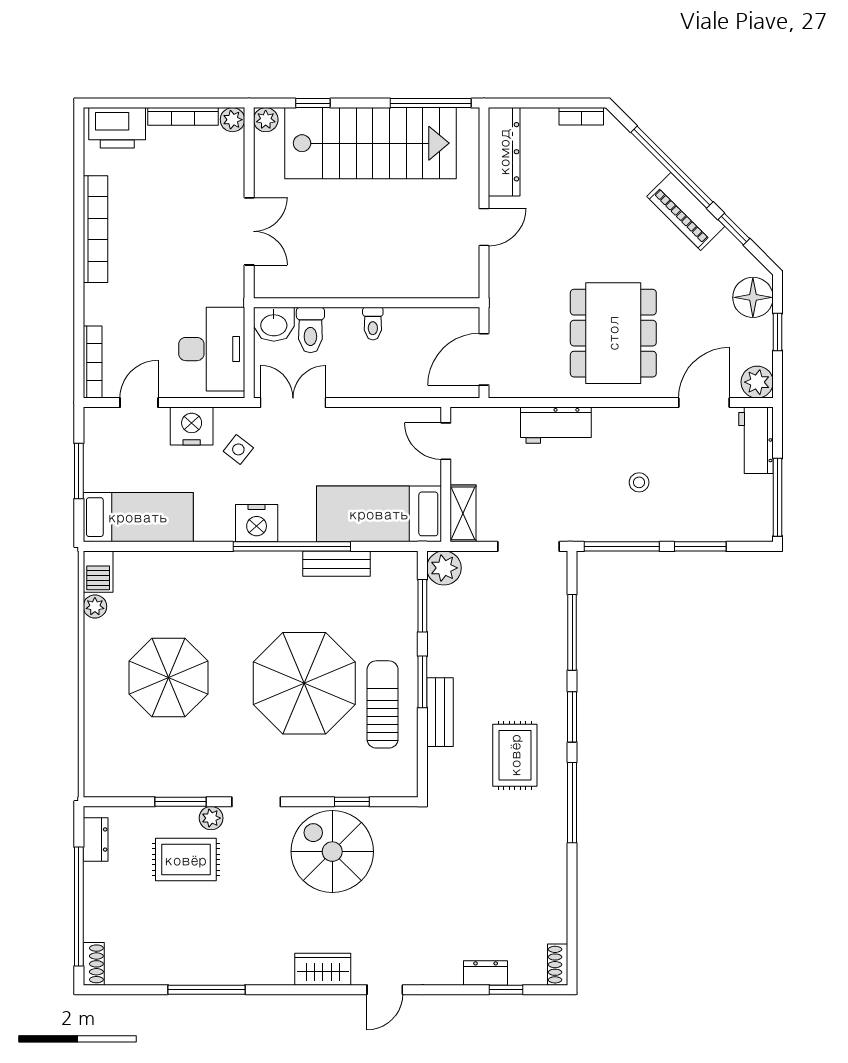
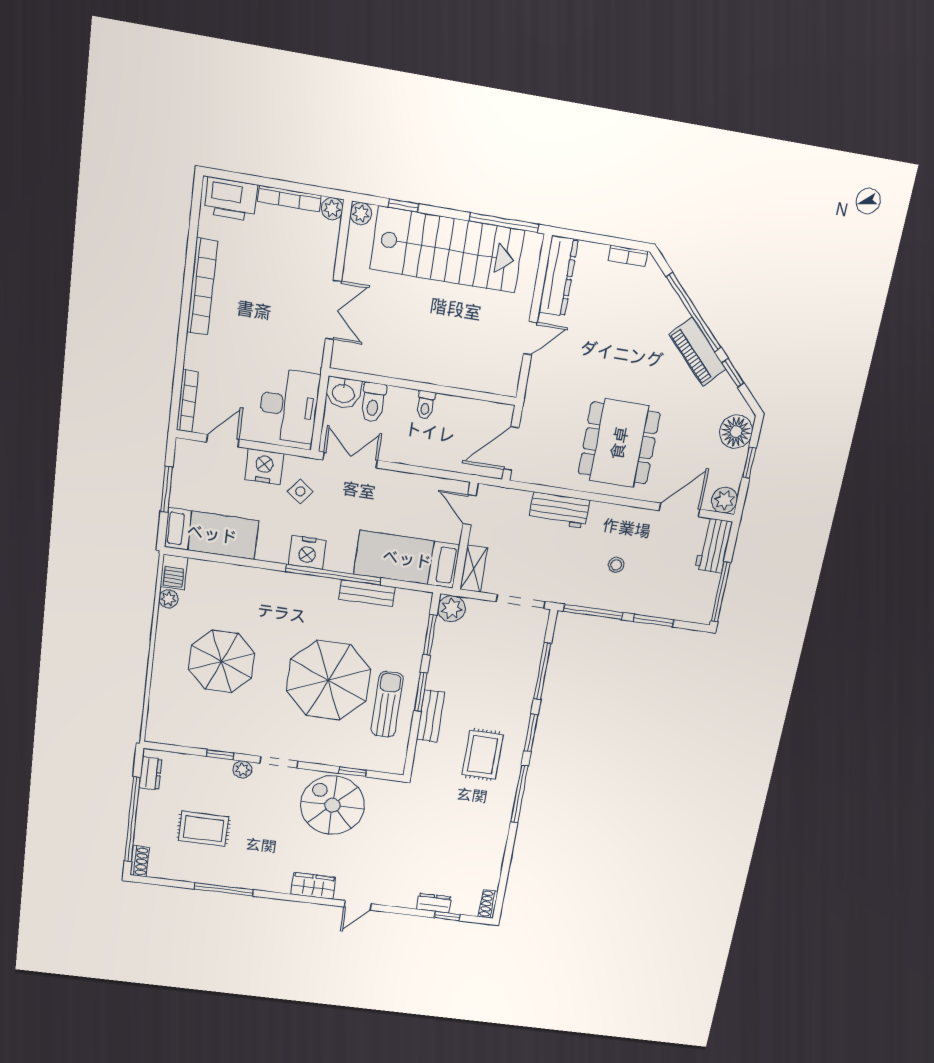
window: (181, 802) -> (220, 755), width x0.67
rug: (186, 860) -> (204, 829), moved

